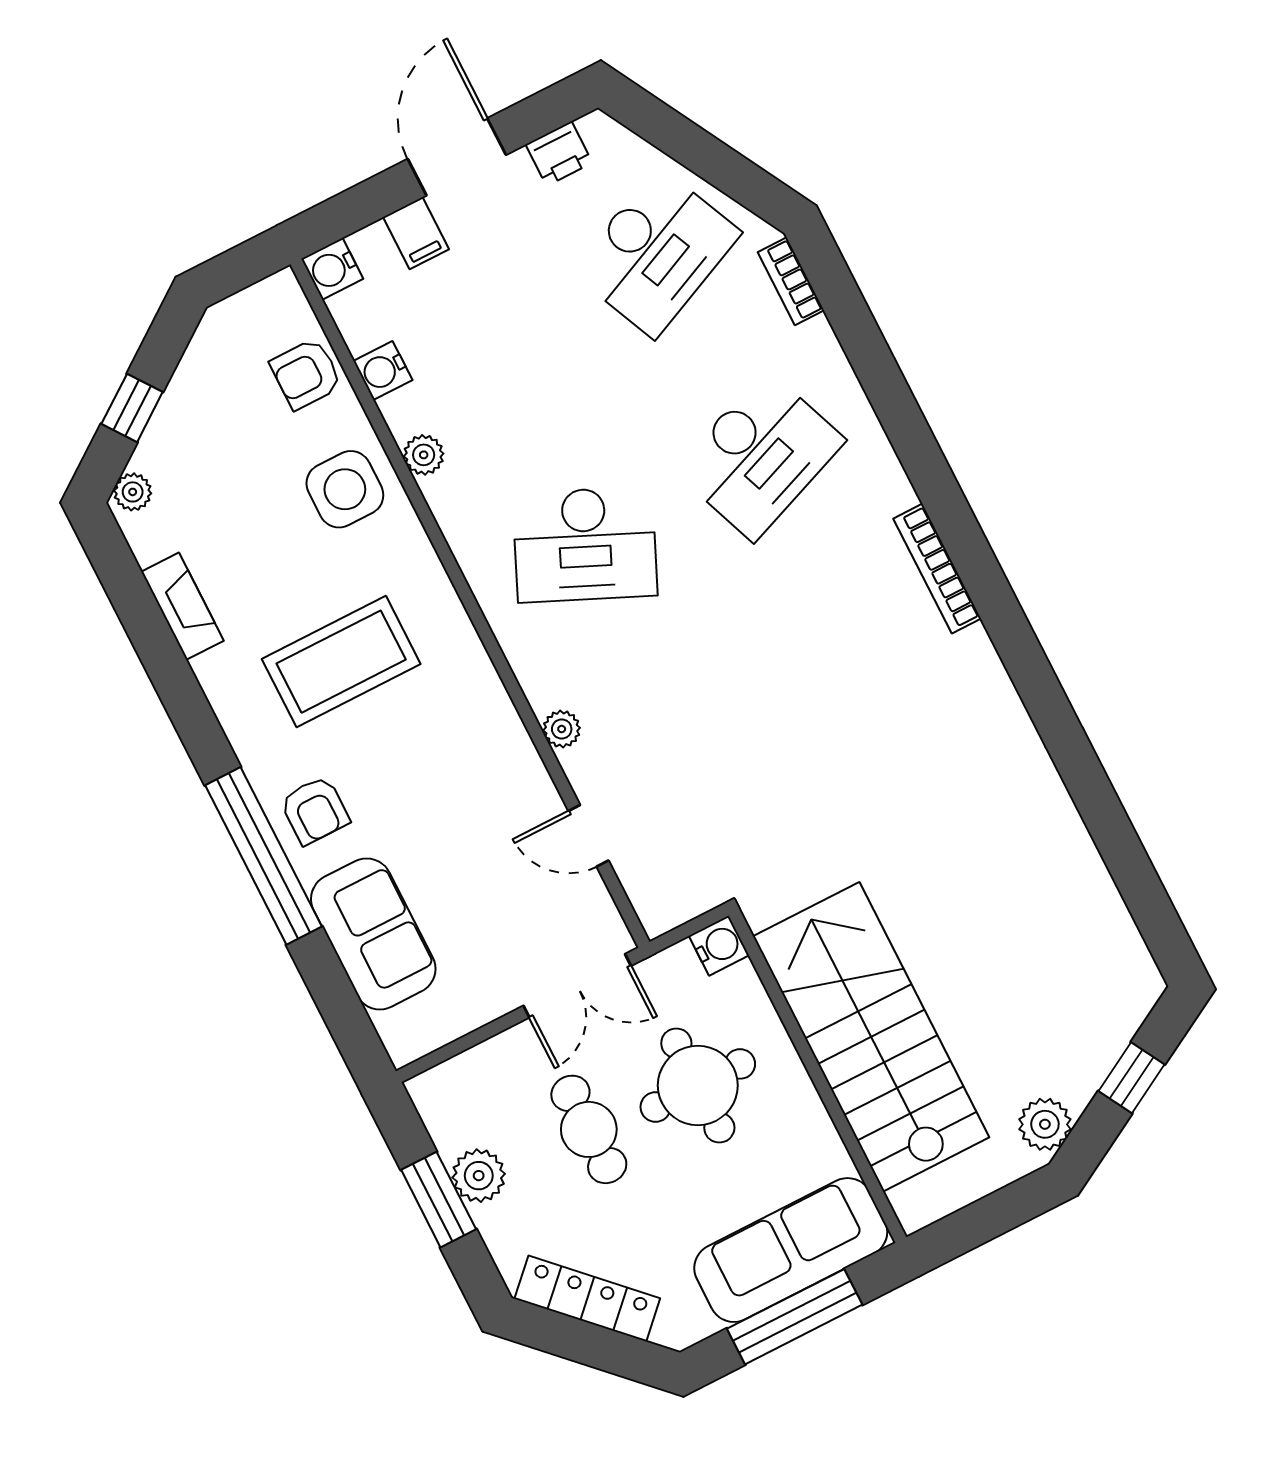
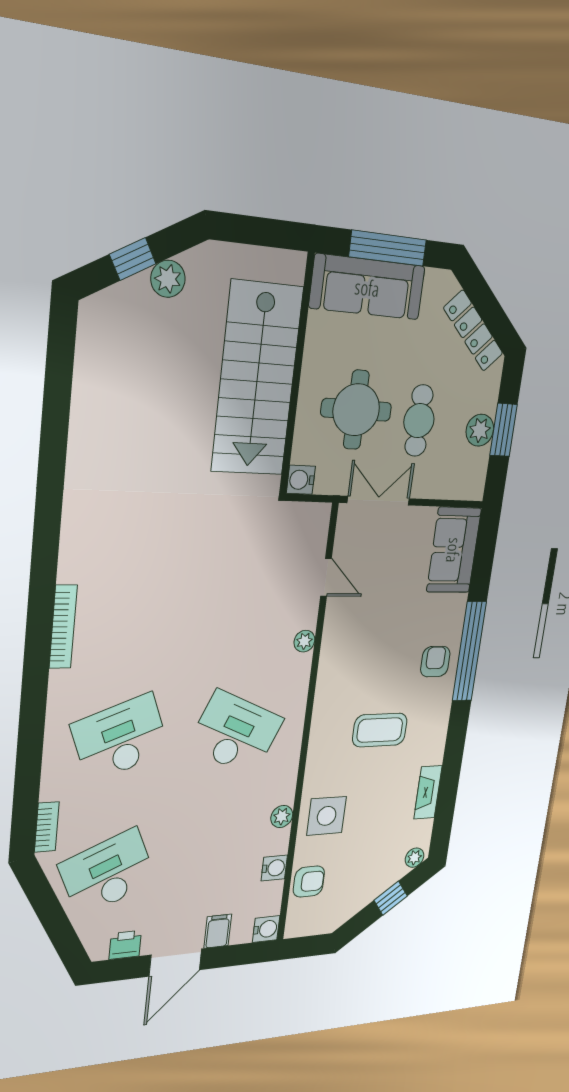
coffee table: (341, 662) -> (380, 730), width x0.73, depth x0.76
sofa: (373, 934) -> (454, 550), moved
plant: (1045, 1124) -> (168, 279), moved

